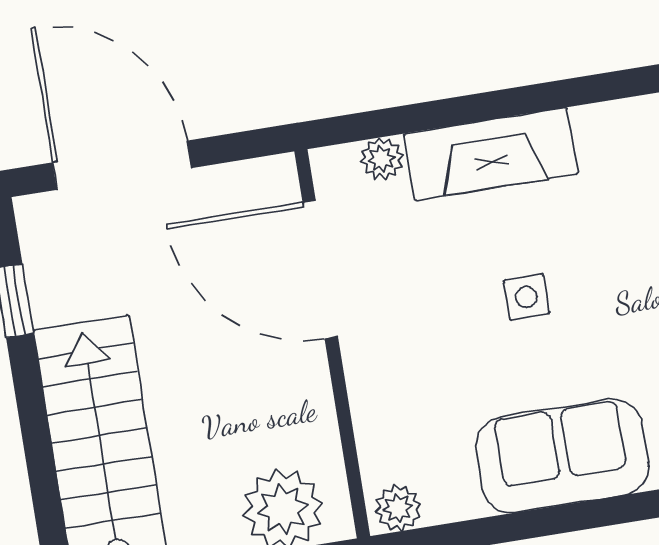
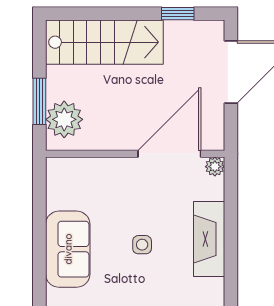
plant: (382, 159) -> (215, 167), moved
plant: (398, 508) -> (56, 171), removed

